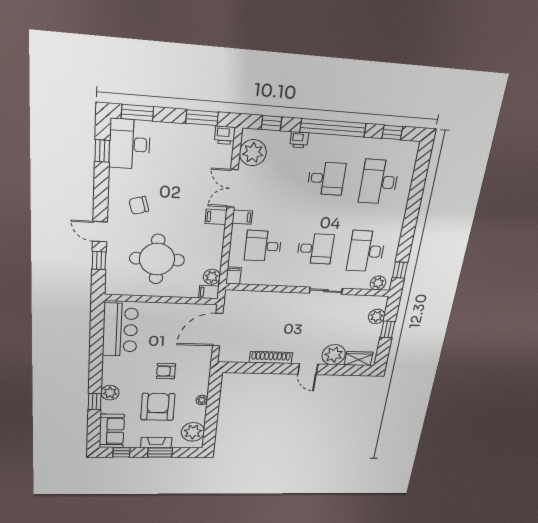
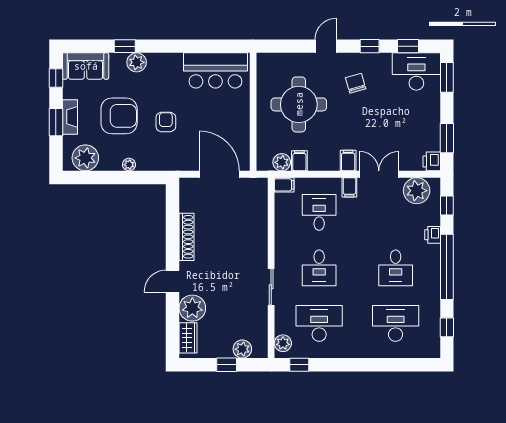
window: (99, 260) -> (370, 46), moved
filing cabinet: (209, 292) -> (299, 161), moved

